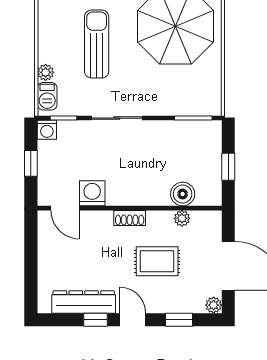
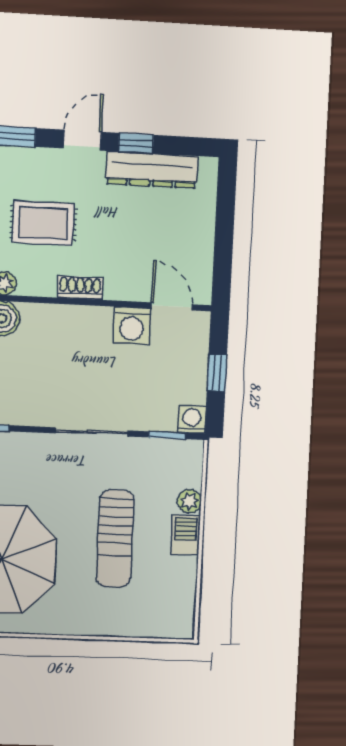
barbecue: (47, 96) -> (186, 535), moved
door: (133, 320) -> (82, 140), swing flipped

